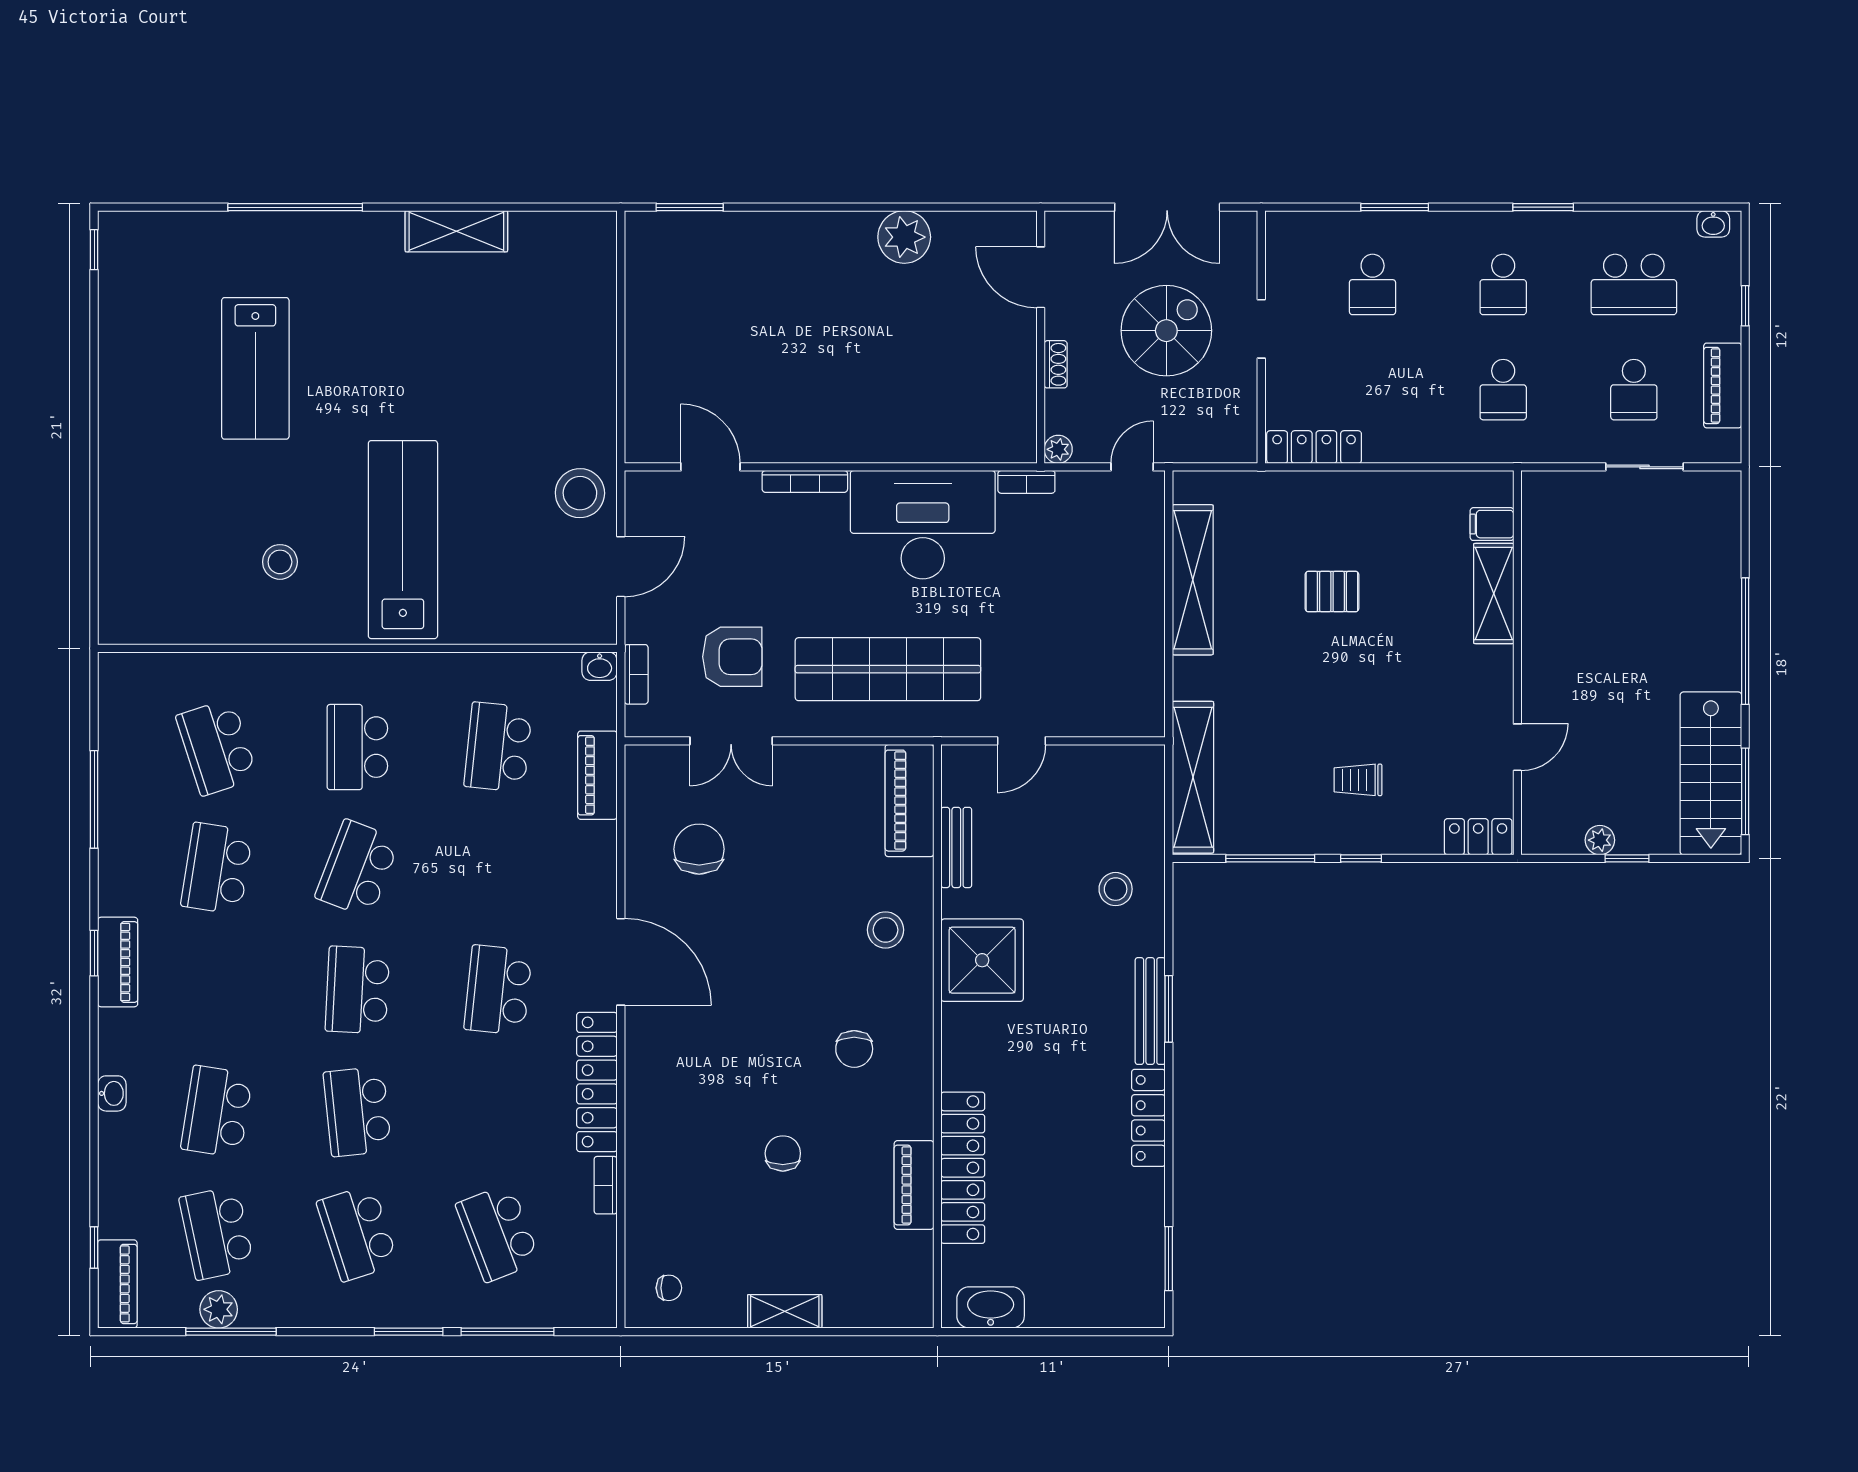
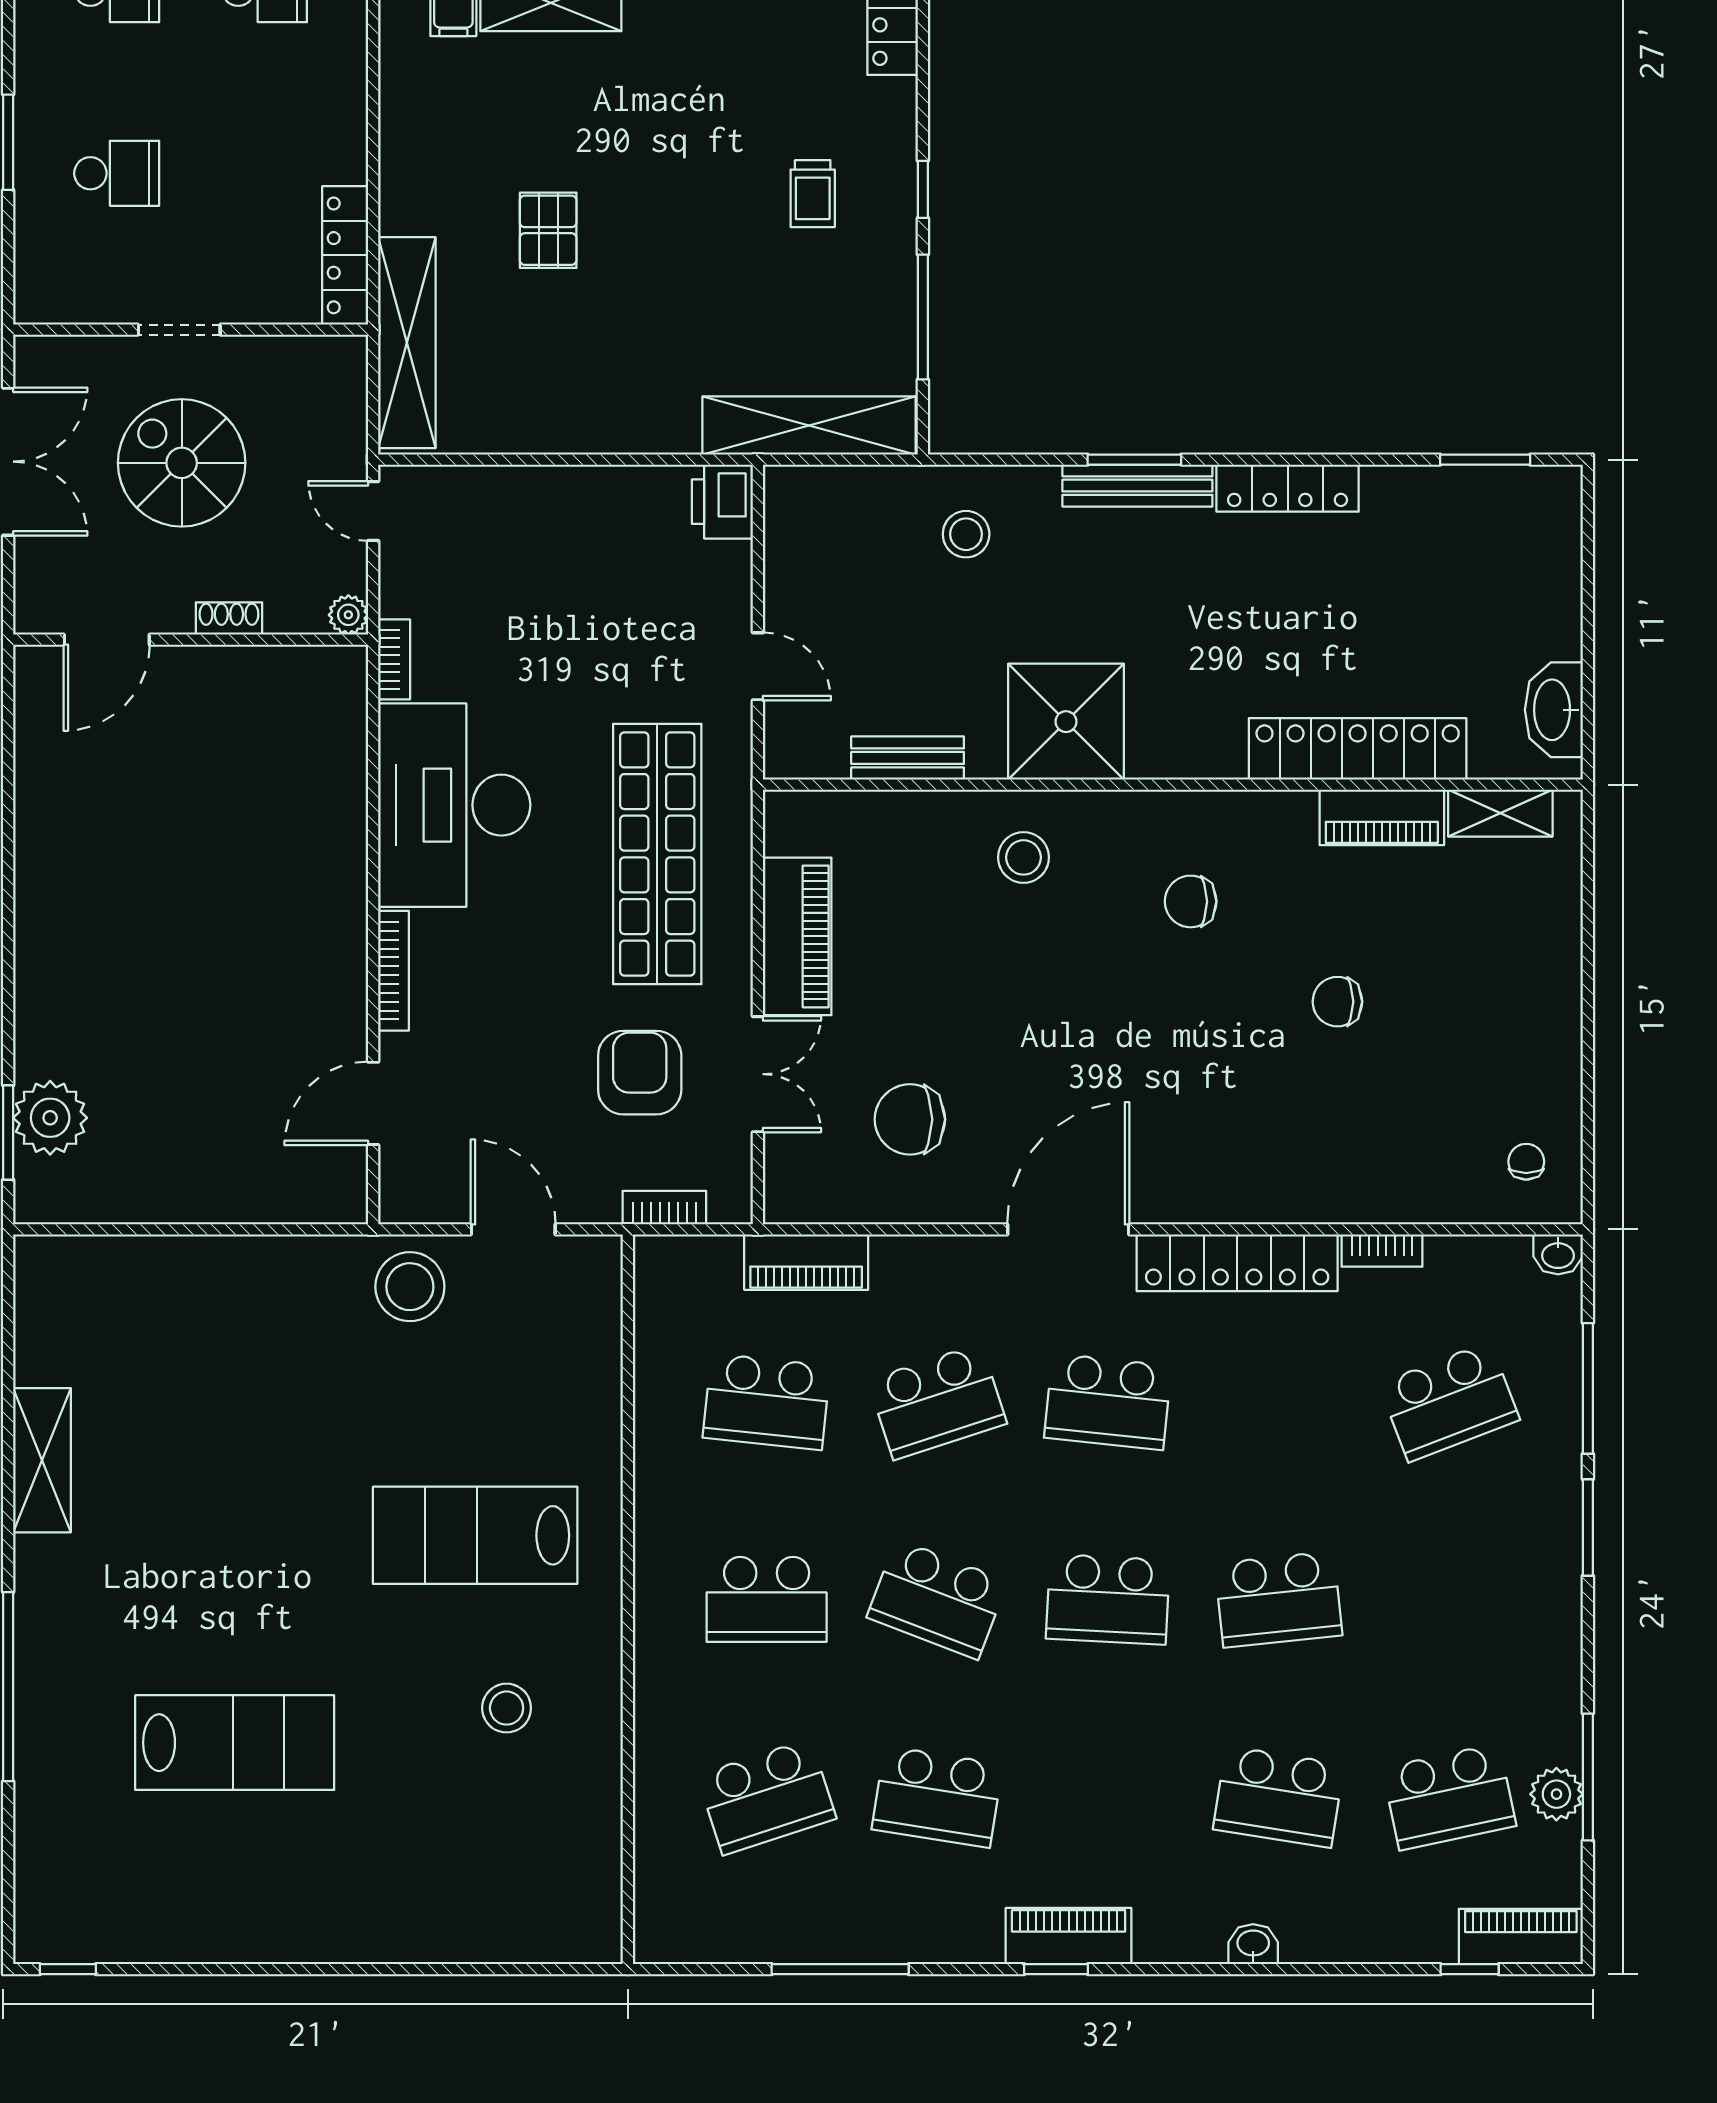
plant: (904, 237) -> (50, 1118), moved
lab bench: (403, 540) -> (475, 1535), width x0.73
shelving: (1193, 580) -> (407, 343), moved, turned 90
washbasin: (600, 666) -> (1558, 1254), moved, turned 90
printer: (1139, 716) -> (722, 502), added
piano: (909, 801) -> (797, 936), moved, turned -90
chair: (854, 1049) -> (1191, 901), turned 180
school desk: (357, 1233) -> (937, 1402), moved
shelving: (785, 1311) -> (1500, 813), moved, turned 90

